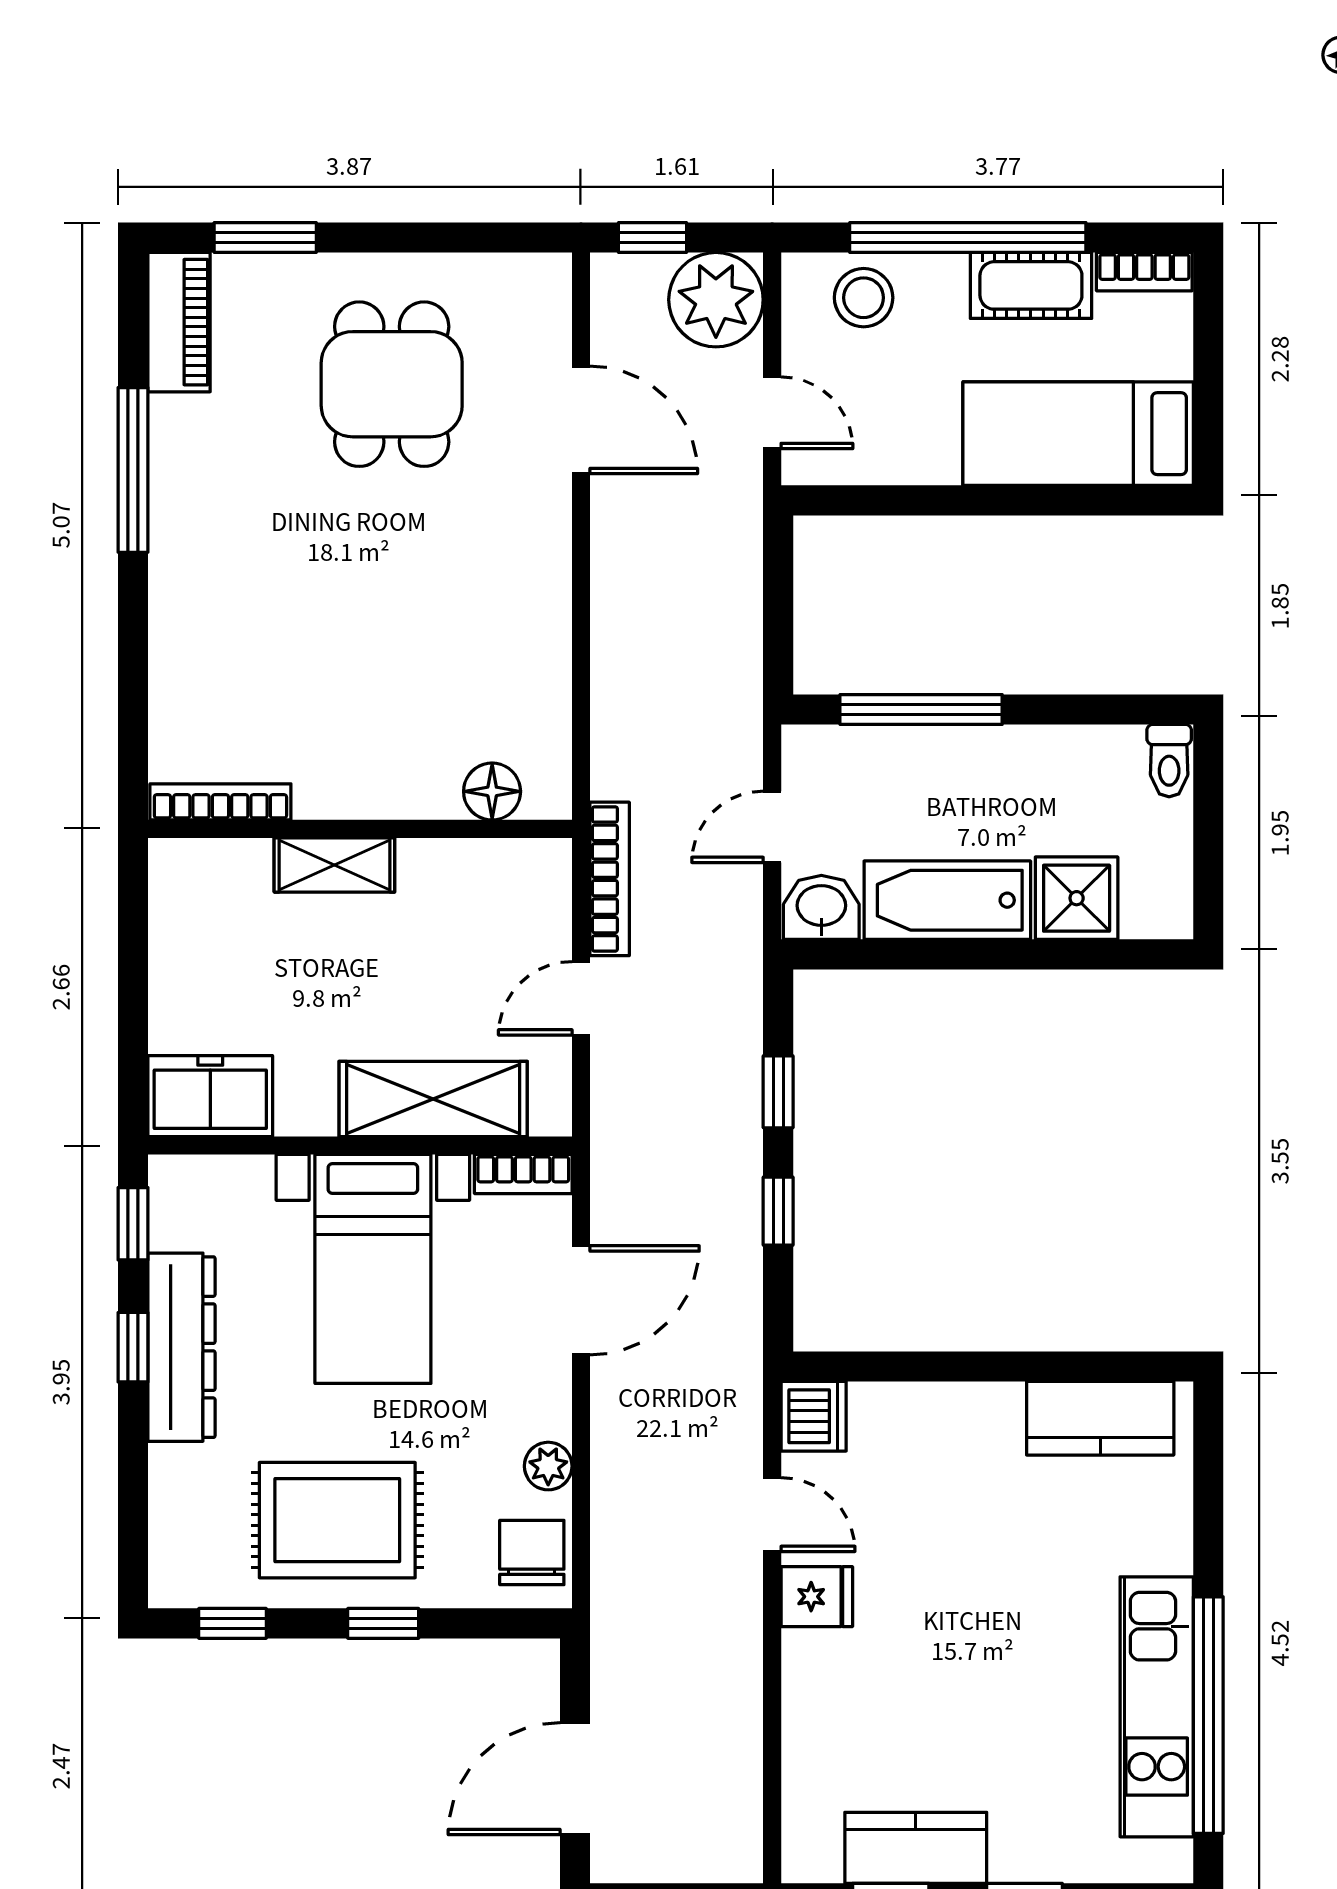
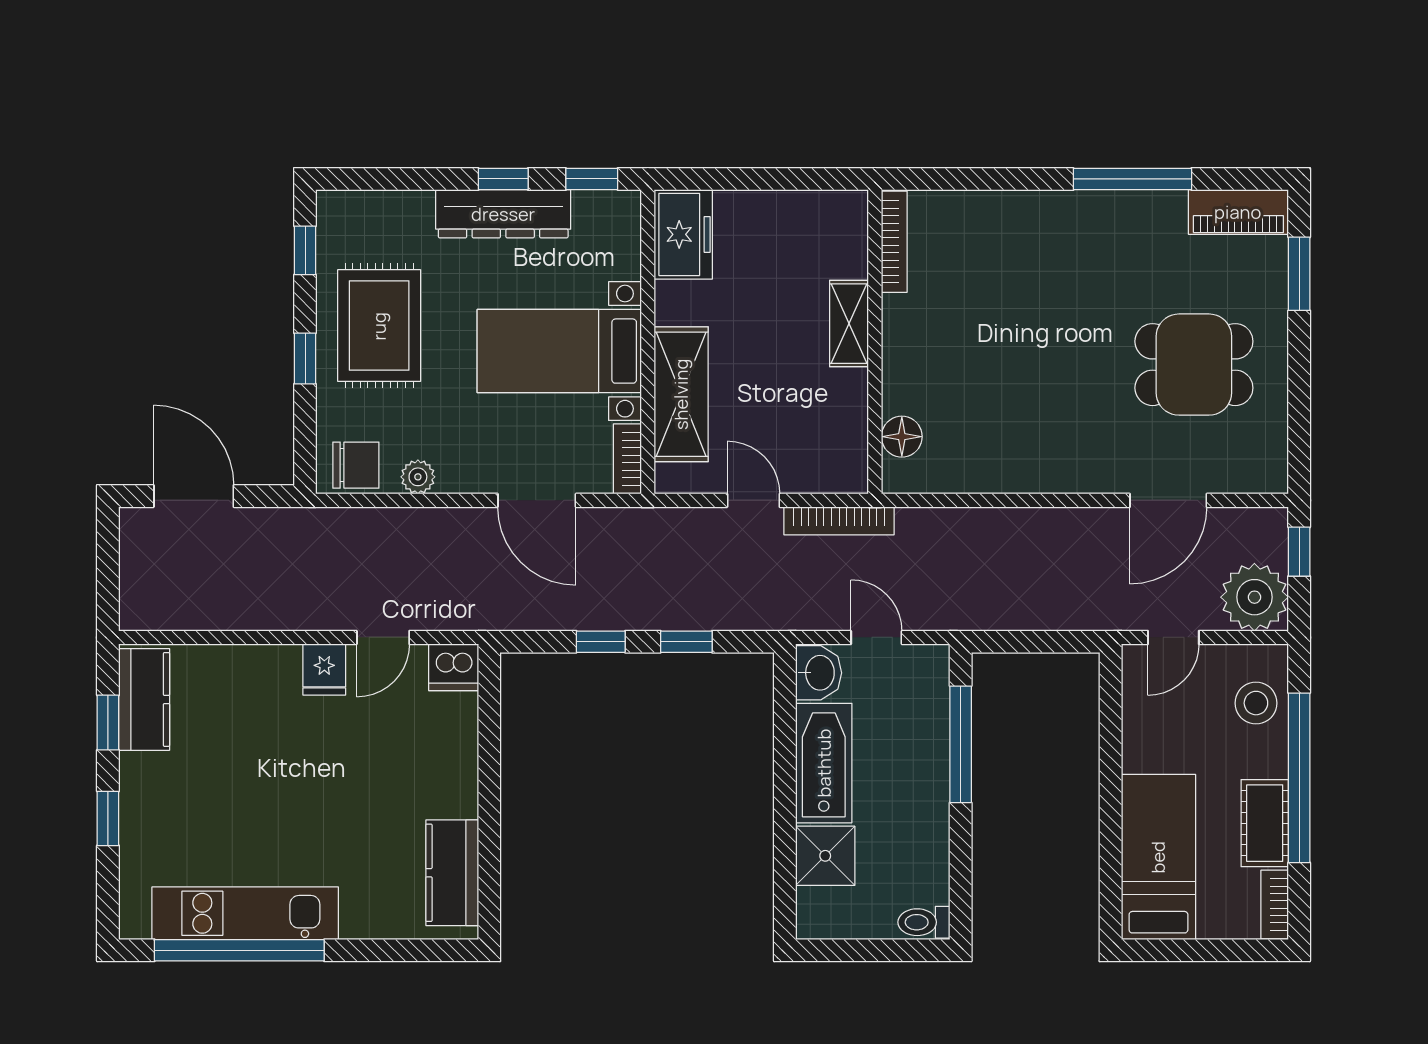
kitchen counter: (916, 1848) -> (144, 699), moved

